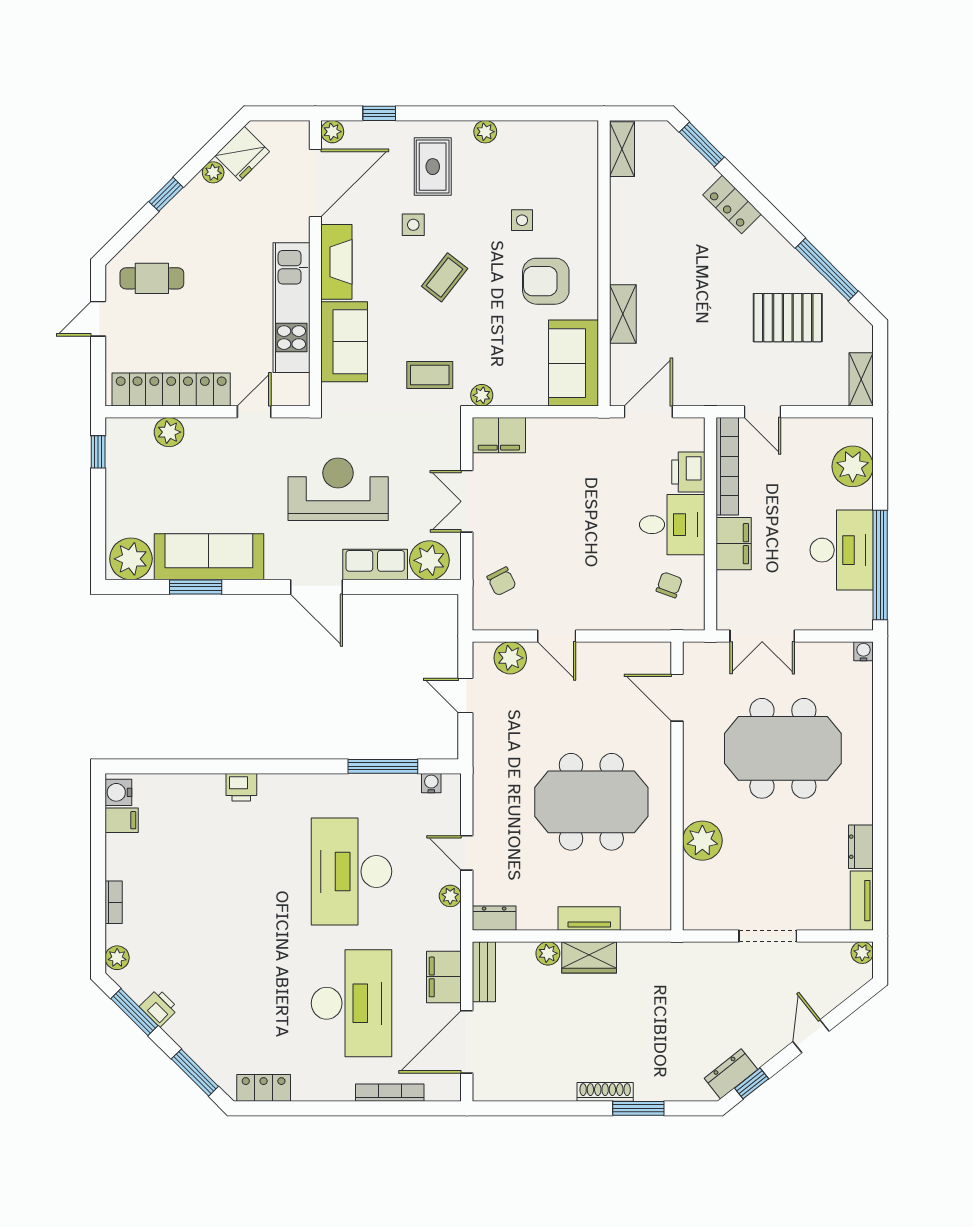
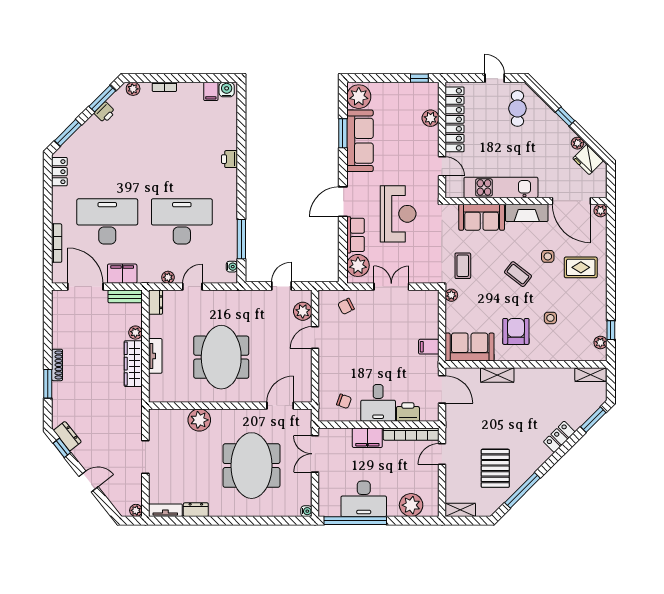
window: (379, 113) -> (611, 330), moved
plant: (485, 132) -> (600, 343), moved
filing cabinet: (499, 435) -> (429, 347), moved, width x0.50
wardrobe: (589, 957) -> (133, 364), width x1.50
desk: (351, 1003) -> (107, 221), turned 180

